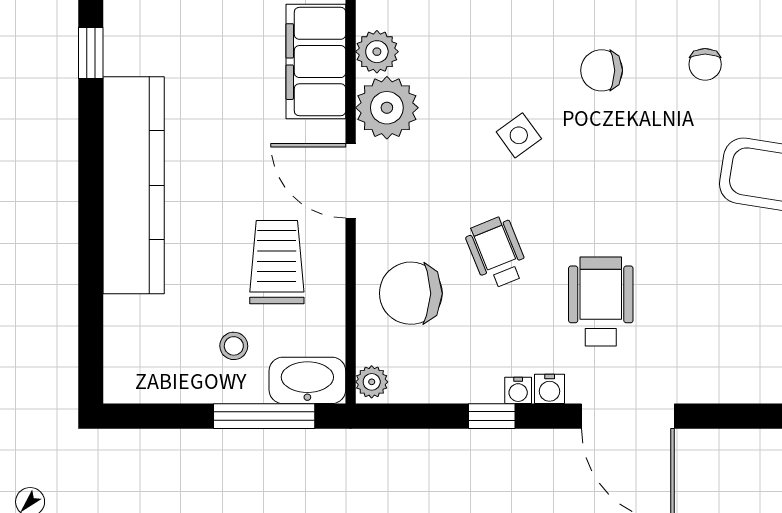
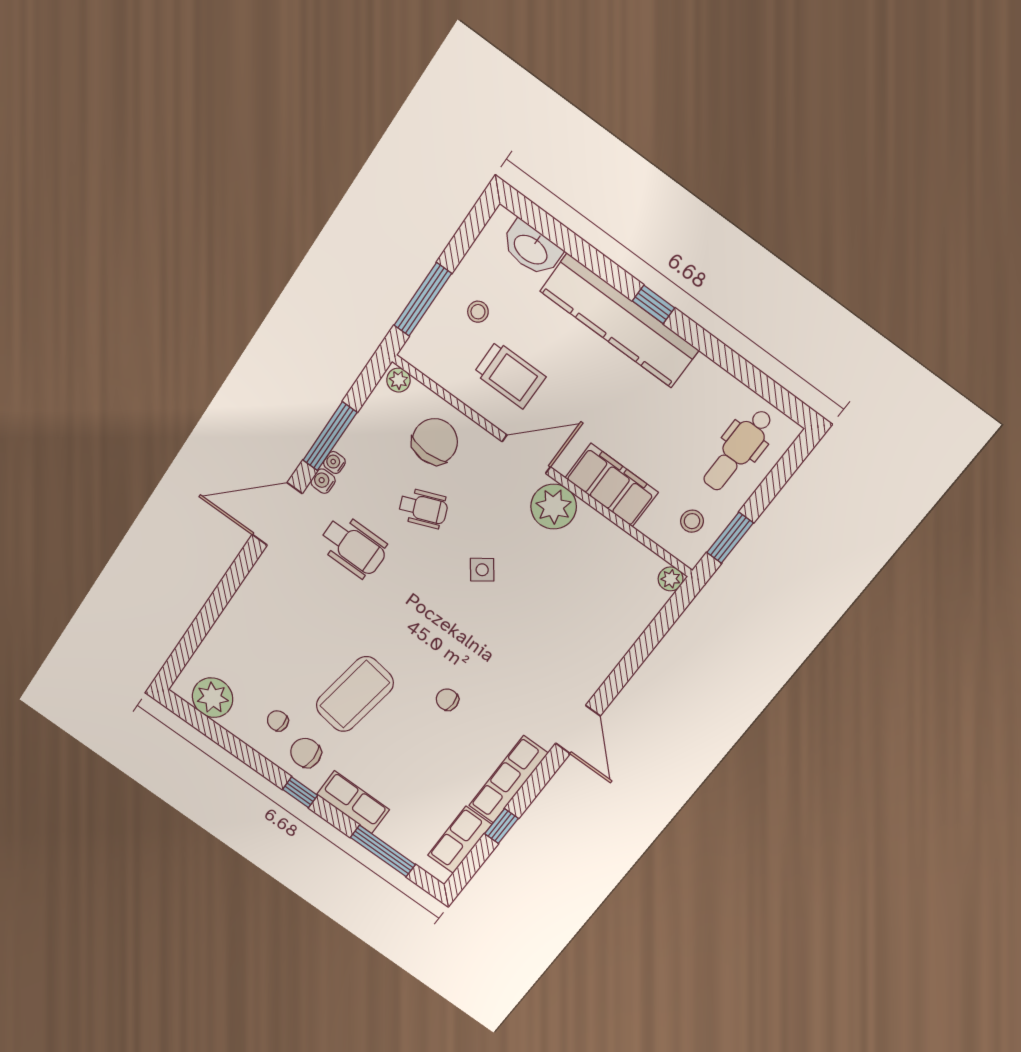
plant: (377, 52) -> (591, 525), removed
window: (91, 53) -> (654, 304), moved
chair: (602, 70) -> (485, 642), removed
washbasin: (307, 380) -> (531, 249), moved, turned 90
window: (492, 416) -> (330, 436), width x2.17

